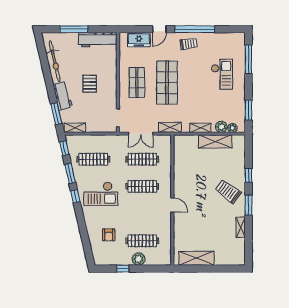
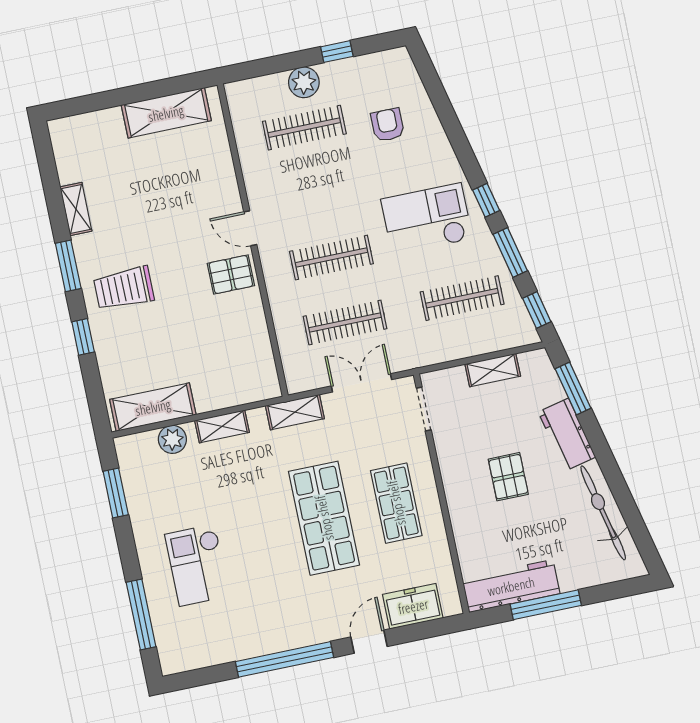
window: (74, 29) -> (546, 605), moved
trolley: (189, 44) -> (292, 622), removed
shelving: (75, 128) -> (493, 370), moved
plant: (232, 128) -> (145, 442), removed
shelving: (215, 141) -> (153, 407), moved
pallet: (184, 188) -> (231, 275), added
trolley: (228, 191) -> (124, 288), turned 144

